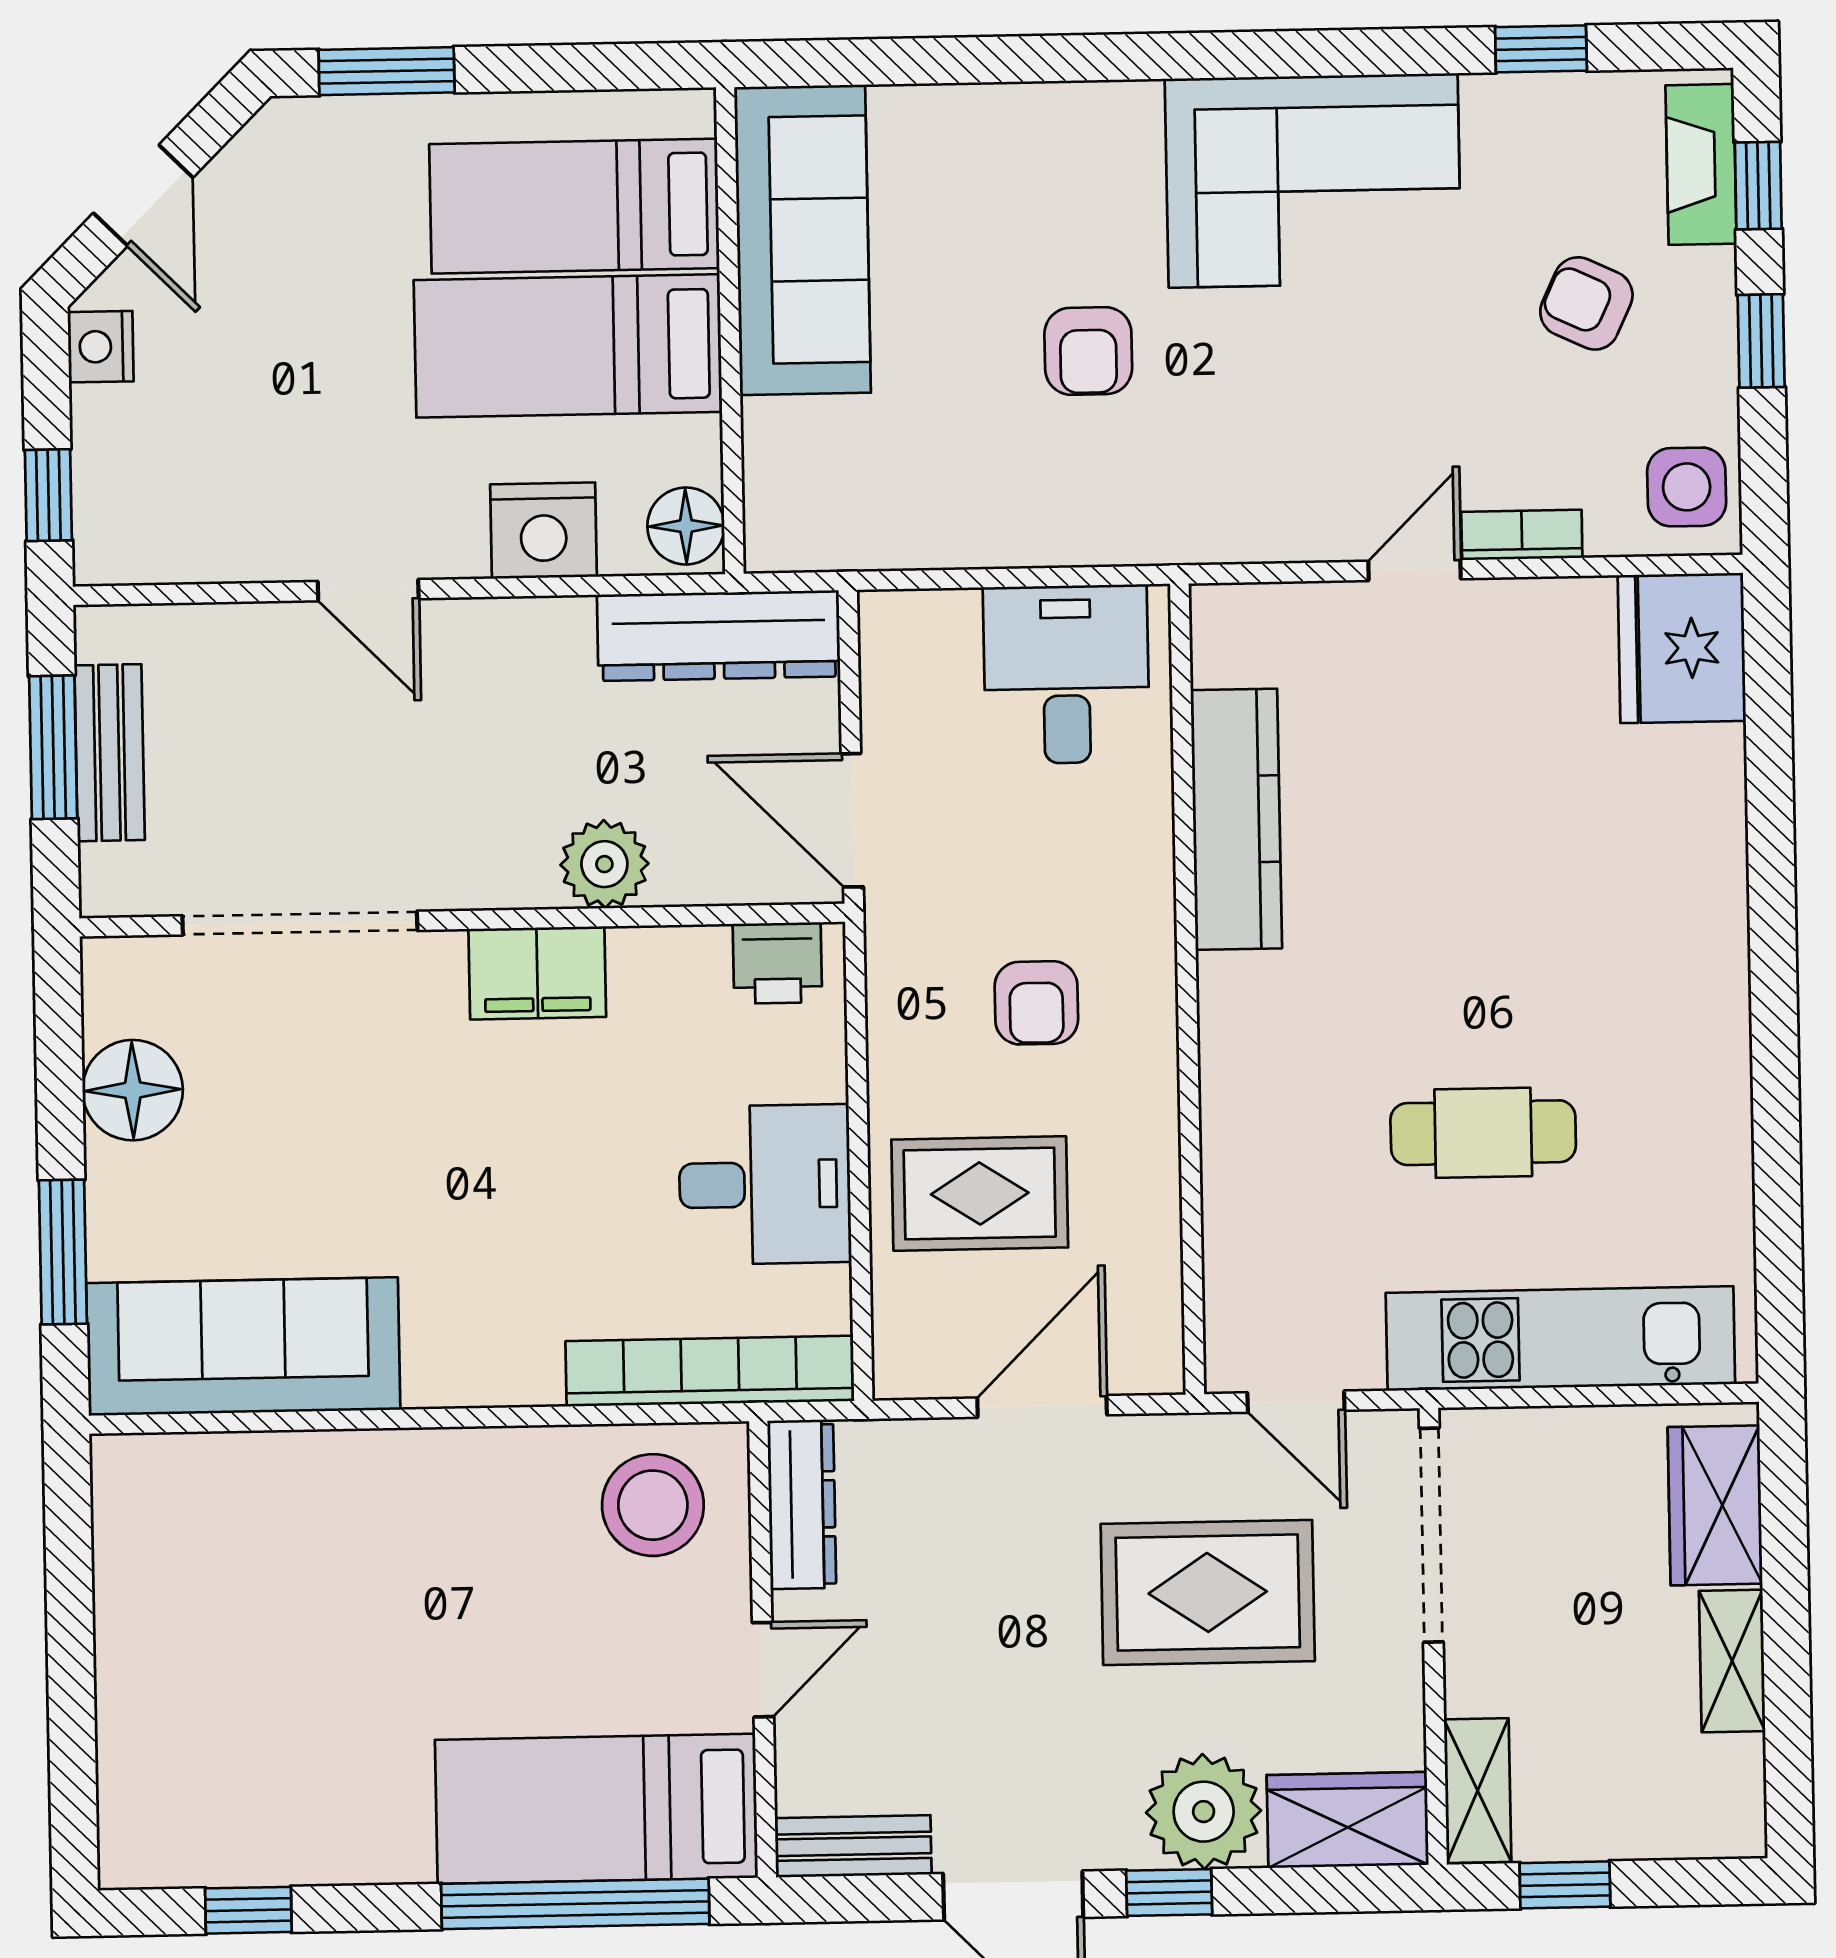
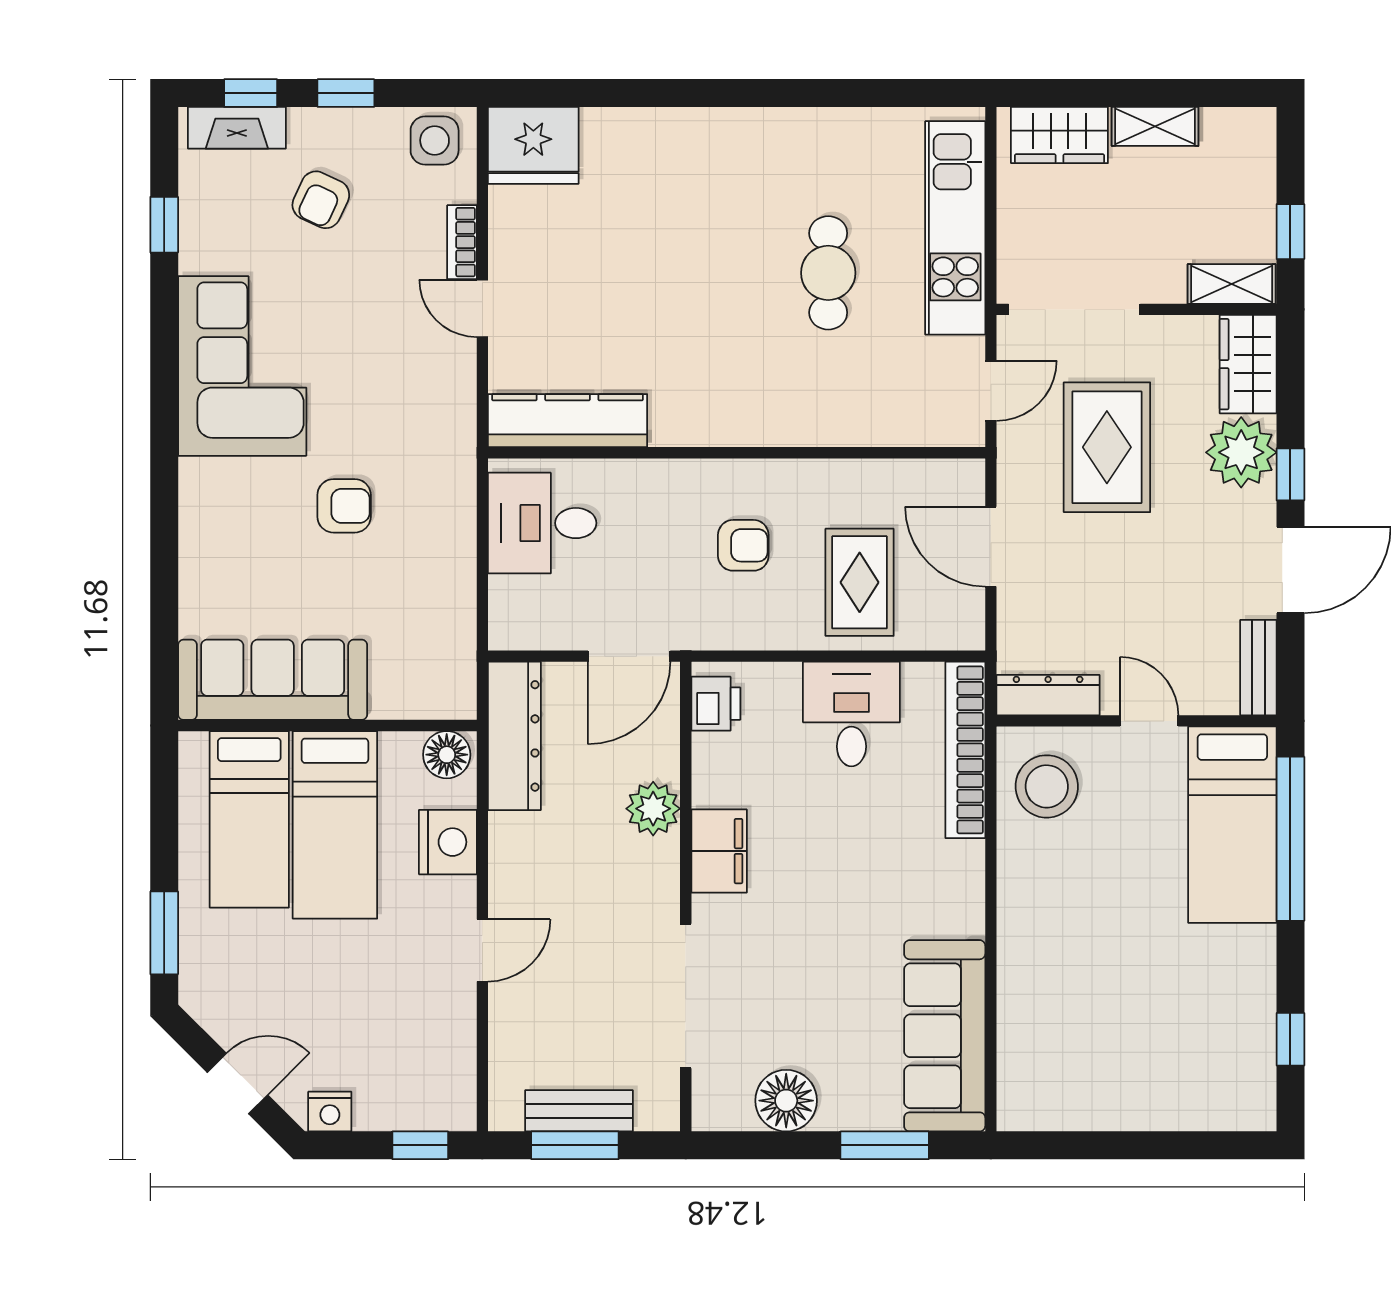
kitchen counter: (1236, 819) -> (568, 421), moved

